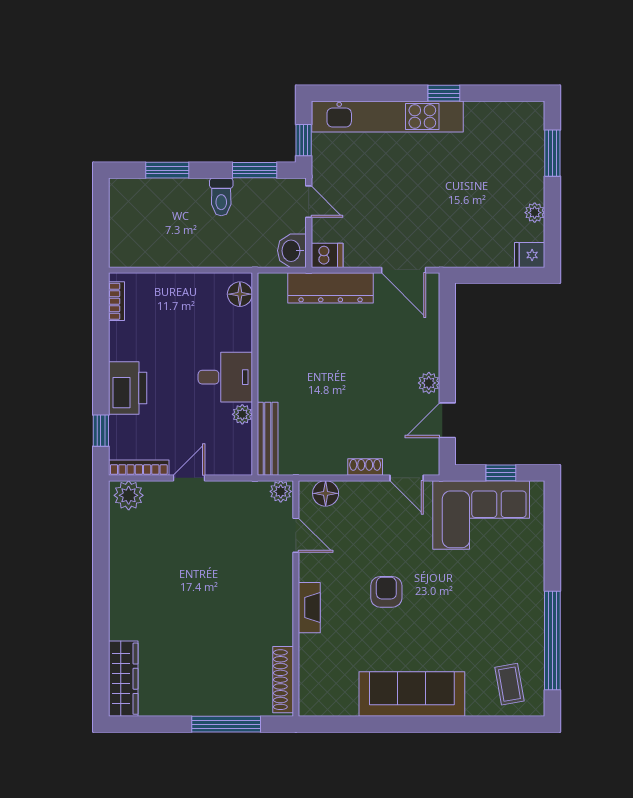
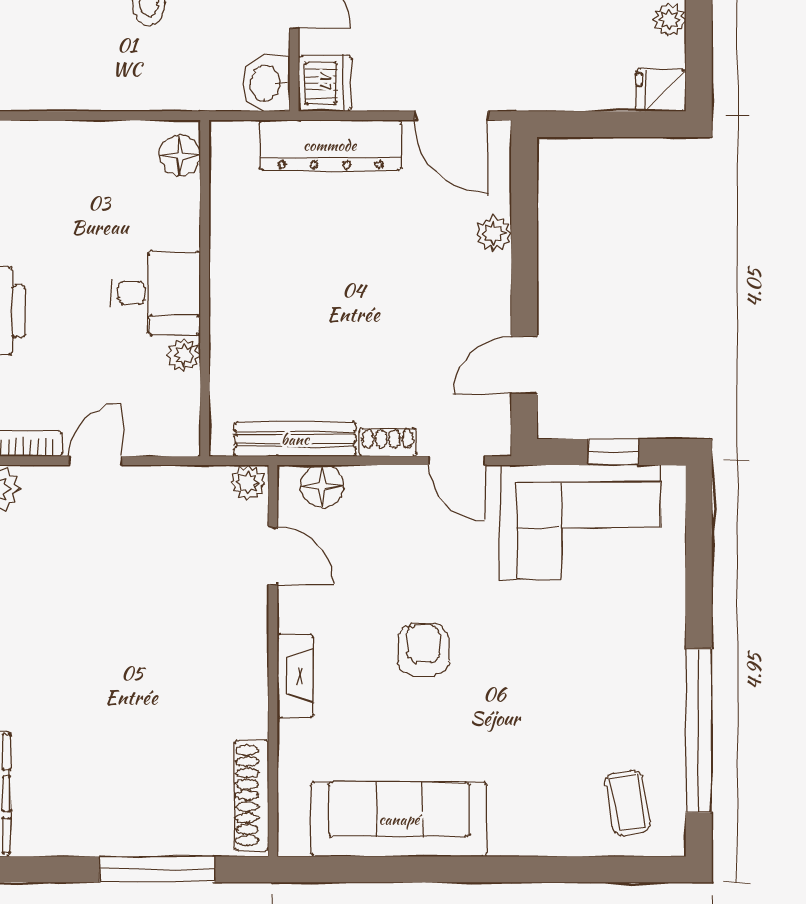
dishwasher: (327, 255) -> (325, 83), width x1.38
plant: (429, 383) -> (494, 234), moved
bench: (268, 439) -> (295, 439), moved, turned 90
sofa: (412, 694) -> (399, 819), moved

